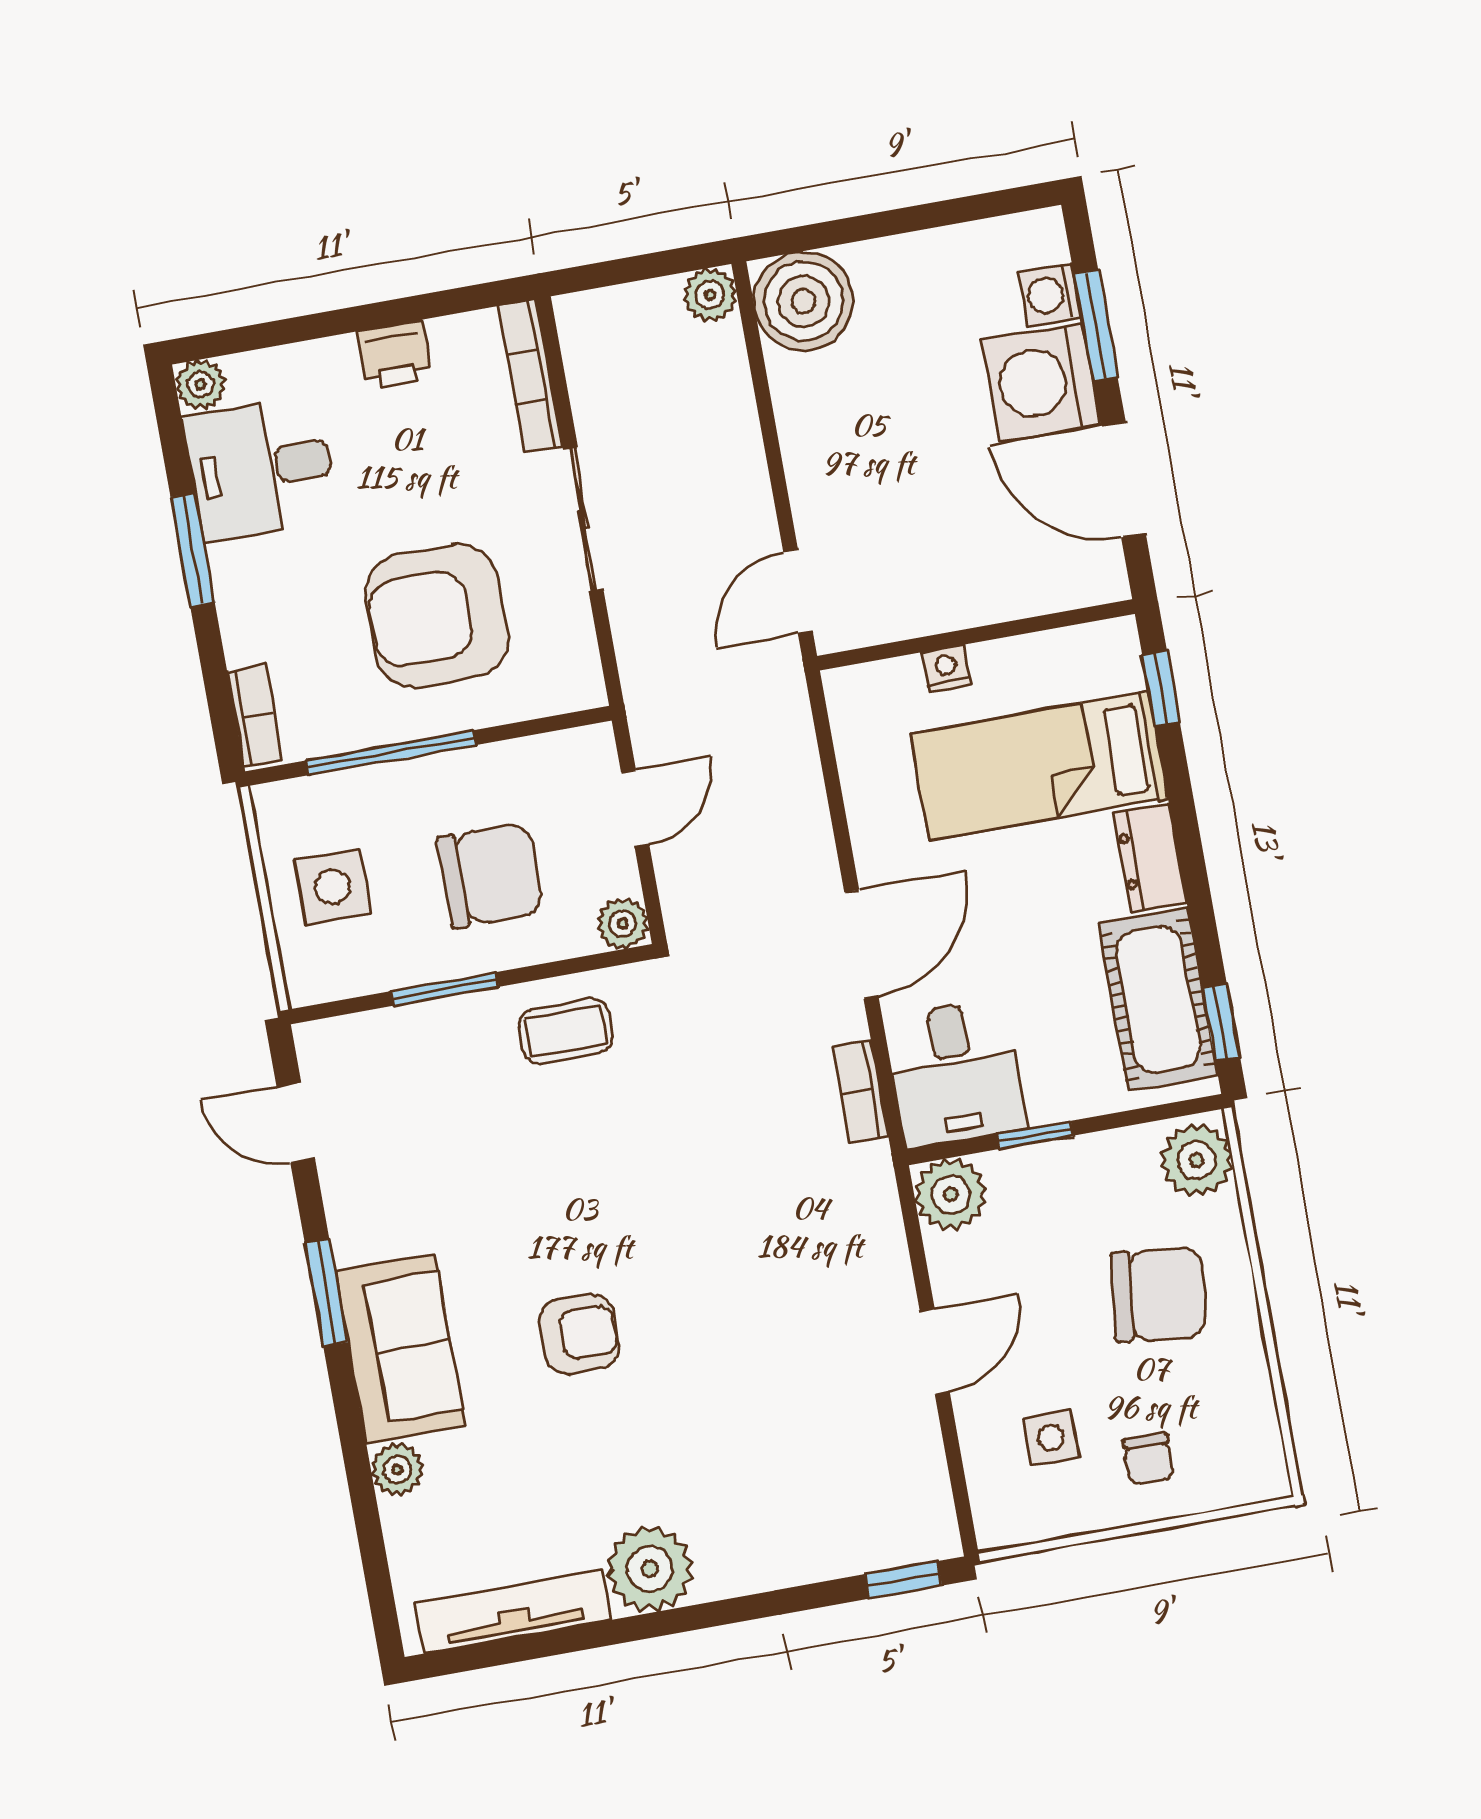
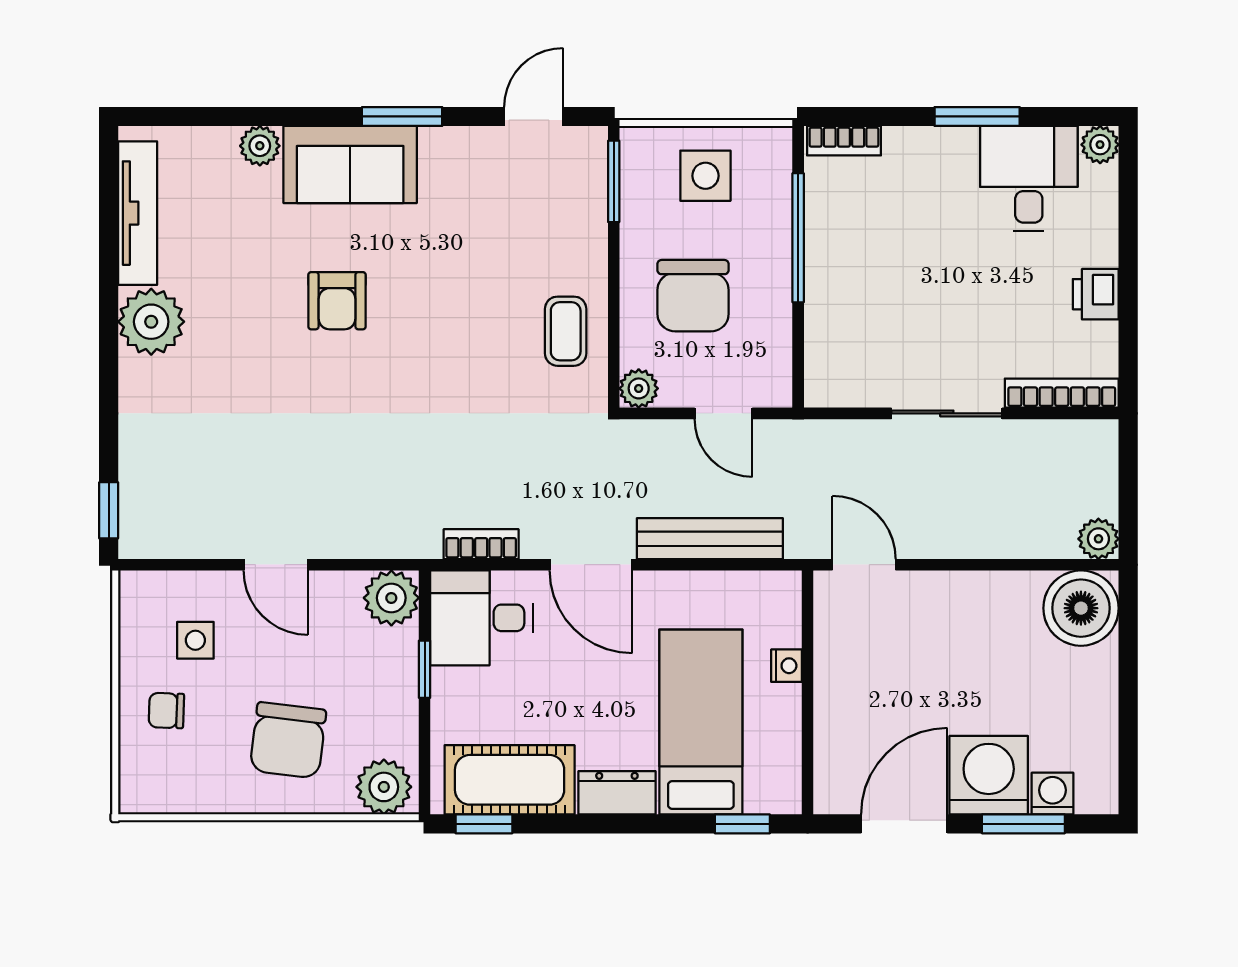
armchair: (437, 616) -> (894, 291), removed
bench: (800, 797) -> (710, 539), added
window: (445, 989) -> (614, 181), moved

